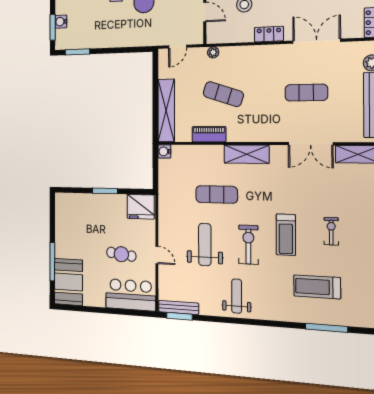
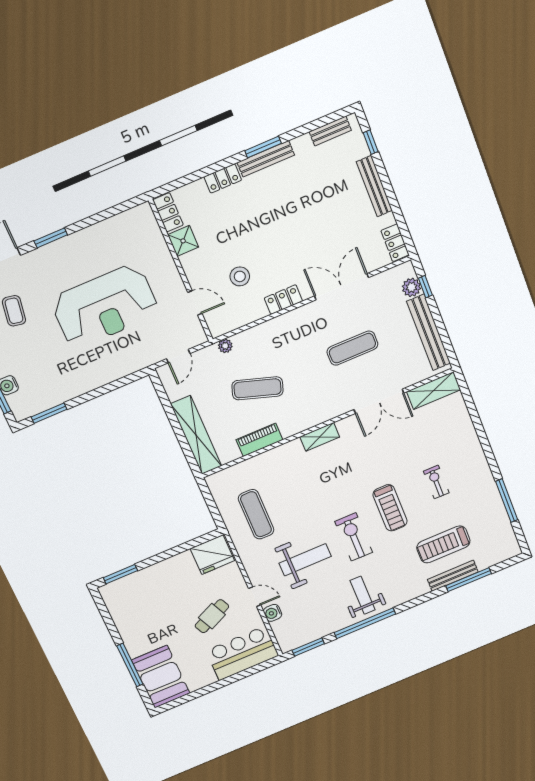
water cooler: (164, 151) -> (273, 613), moved
shelving: (247, 154) -> (320, 437), width x0.67, depth x0.75
window: (105, 191) -> (120, 574), moved
exercise mat: (217, 194) -> (256, 514), moved, turned 90
weight bench: (205, 245) -> (305, 560), turned 90
cafe table: (121, 254) -> (212, 616), turned -32
bench: (179, 307) -> (453, 576), moved
window: (229, 320) -> (365, 623), added

